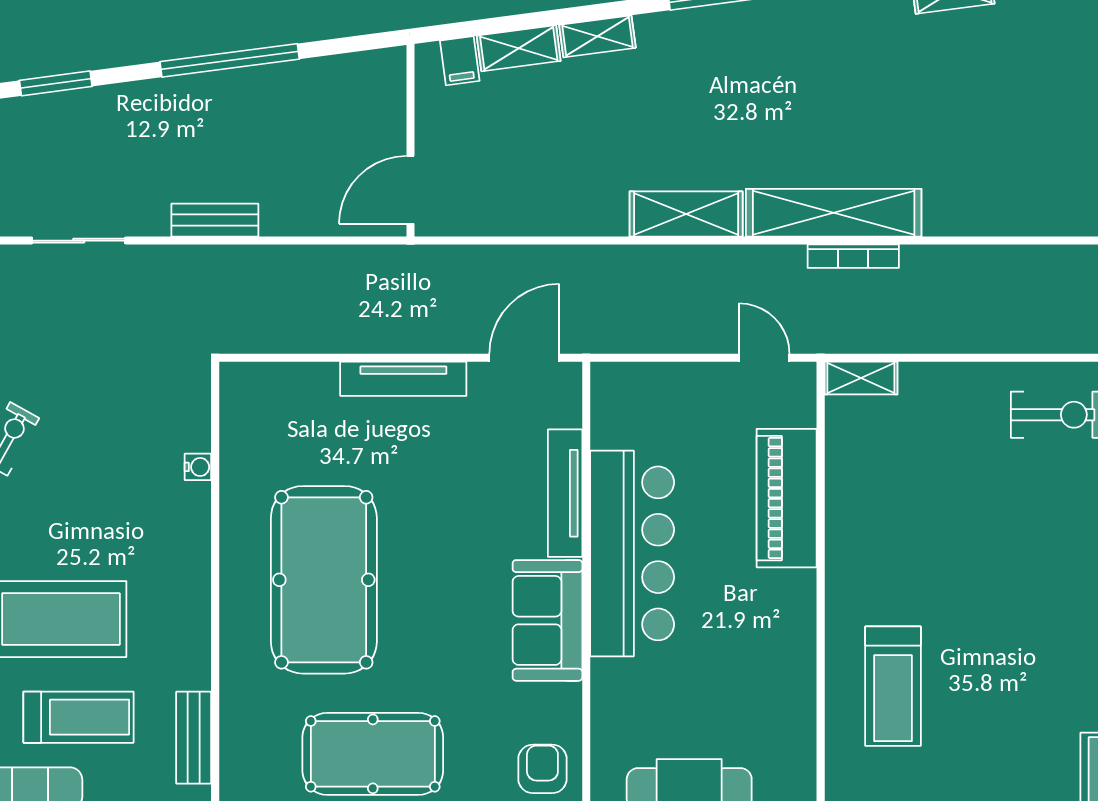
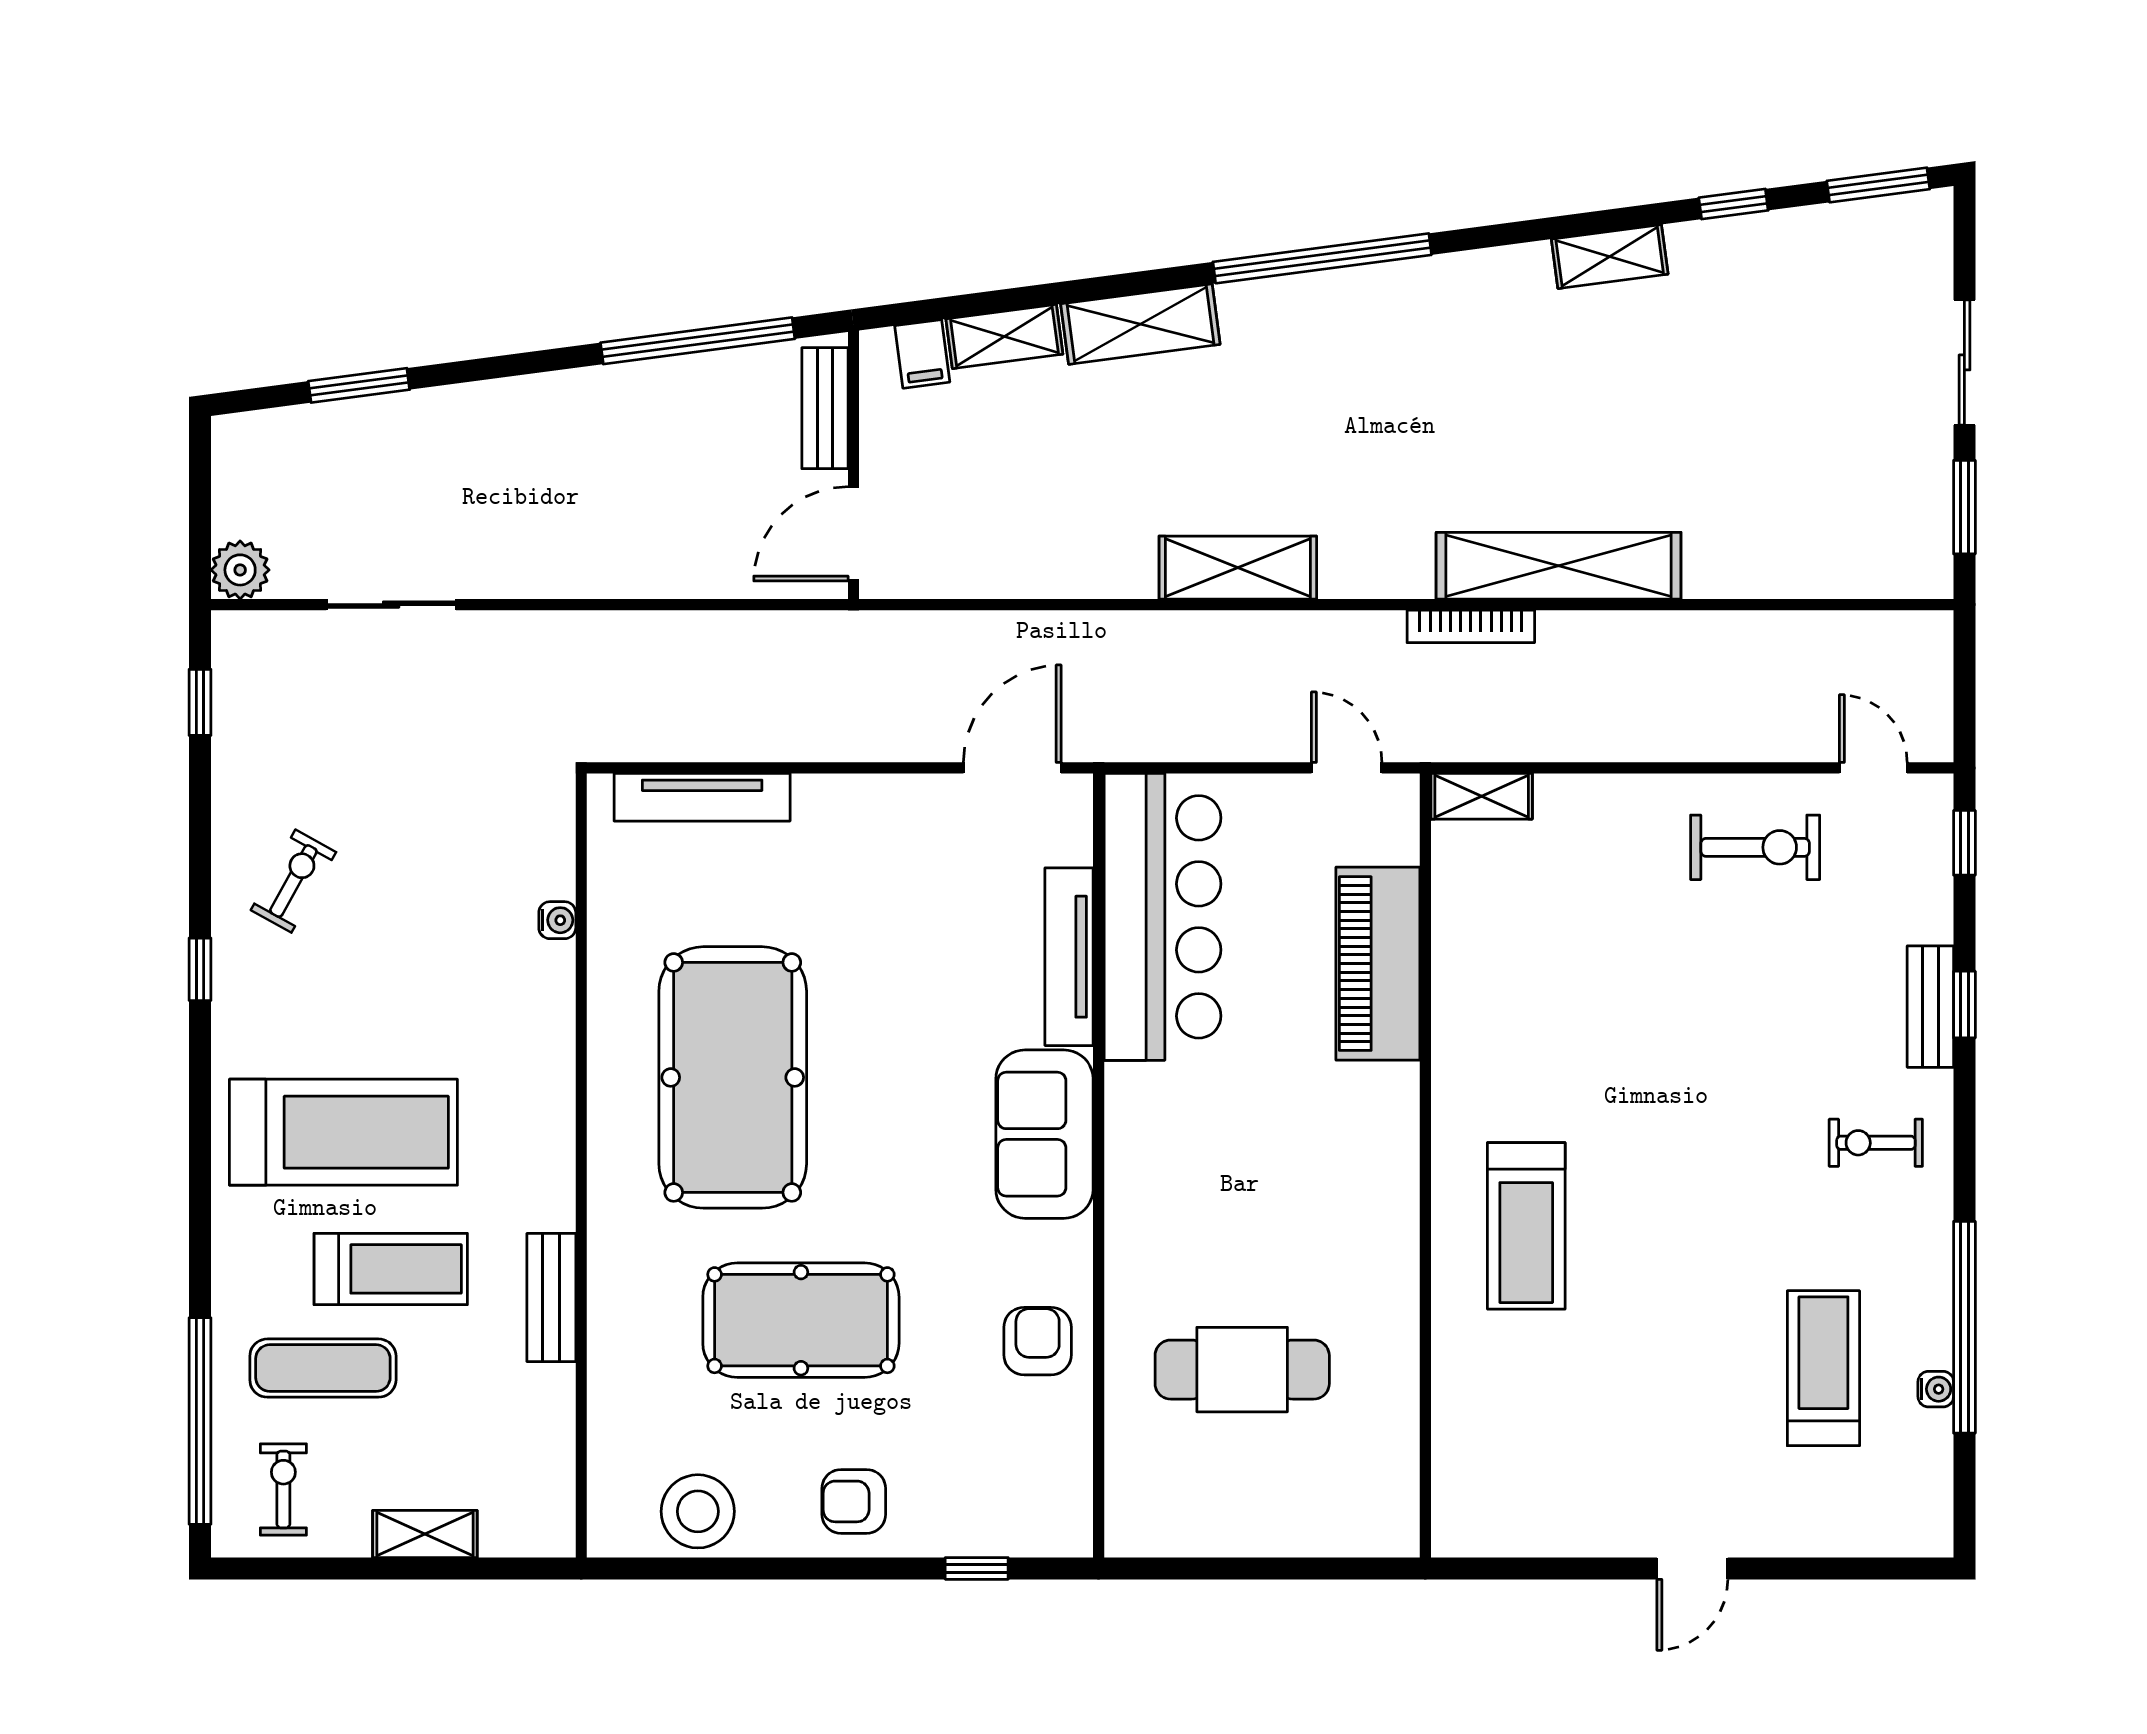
shelving: (597, 36) -> (1140, 324), width x1.50, depth x1.33
window: (230, 60) -> (698, 341), moved
shelving: (834, 213) -> (1559, 566), moved
bench: (215, 220) -> (825, 408), moved, turned 90
tv unit: (403, 379) -> (702, 797), moved
bar counter: (632, 553) -> (1162, 917), moved

